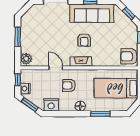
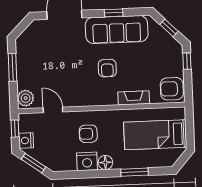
fireplace: (81, 62) -> (134, 98), moved
door: (56, 68) -> (53, 110), moved
nightstand: (51, 105) -> (87, 161), moved

